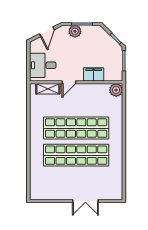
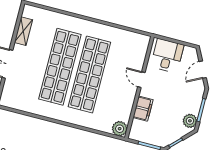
plant: (75, 31) -> (190, 121), moved
door: (47, 32) -> (203, 70), hinge flipped
shelving: (48, 89) -> (23, 31), moved

